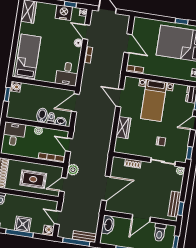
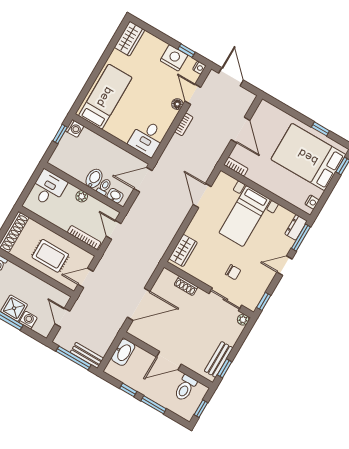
wardrobe: (123, 128) -> (183, 250), moved
plant: (73, 170) -> (106, 264), removed
washing machine: (49, 231) -> (28, 320), moved

